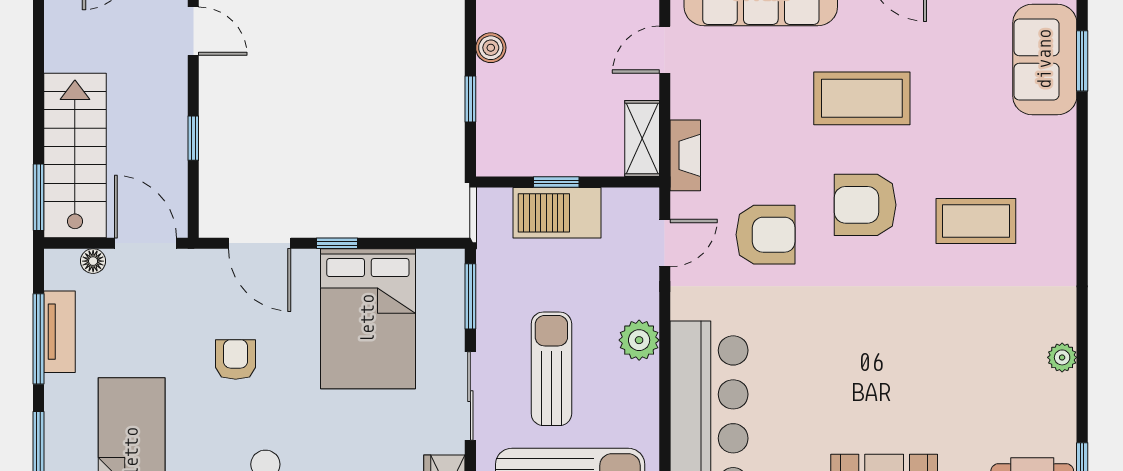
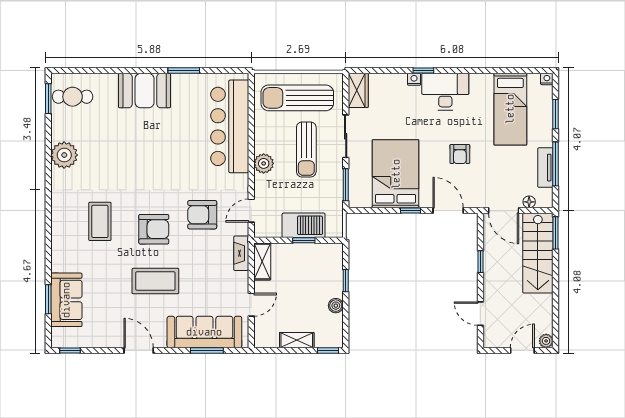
coffee table: (976, 221) -> (100, 221), turned 90
plant: (1062, 357) -> (64, 155), width x1.88, depth x1.88

